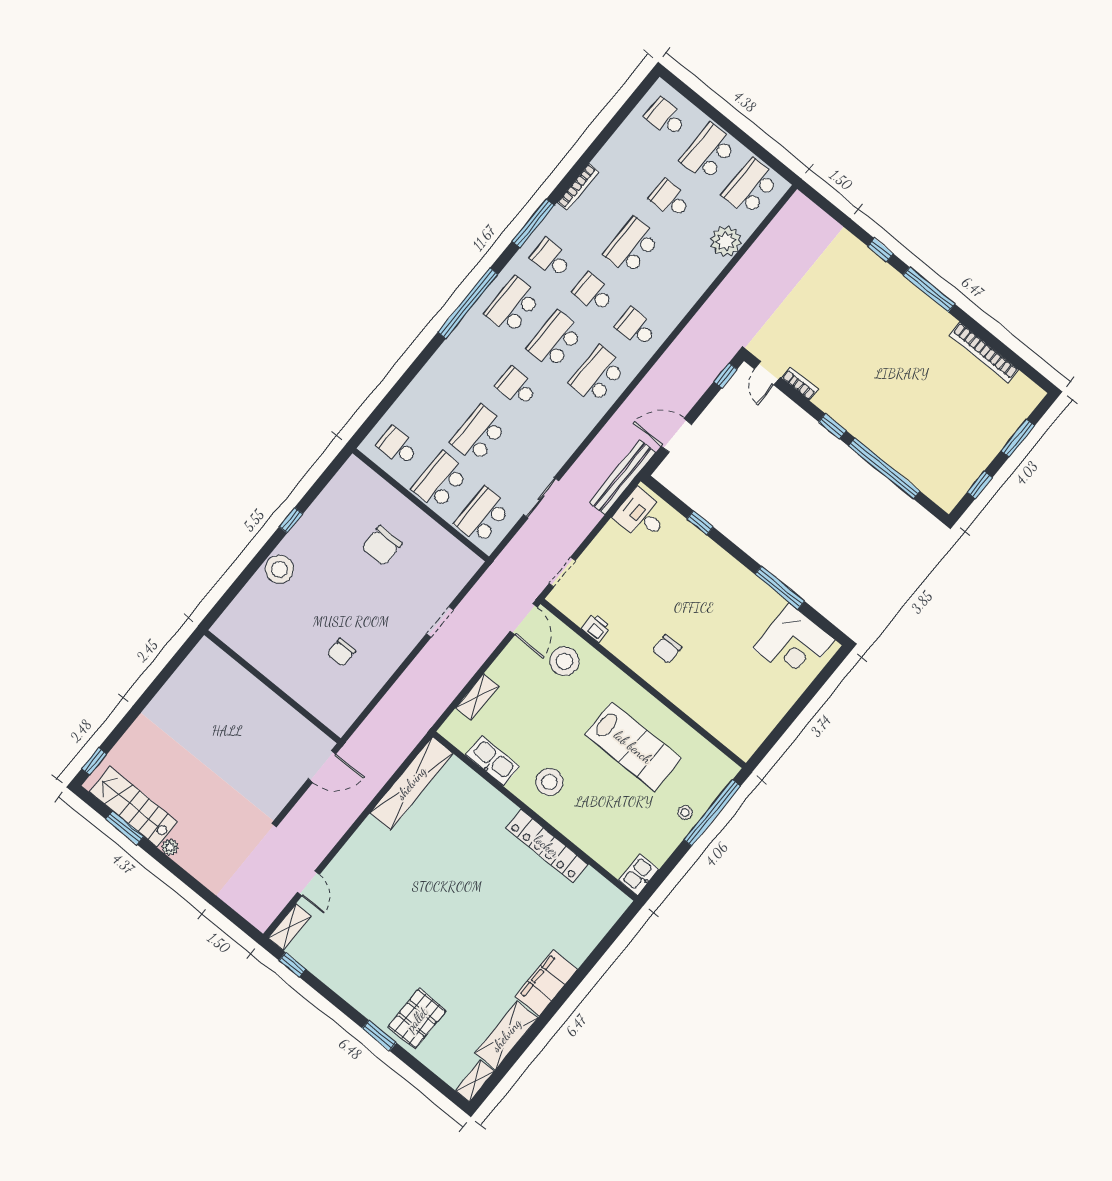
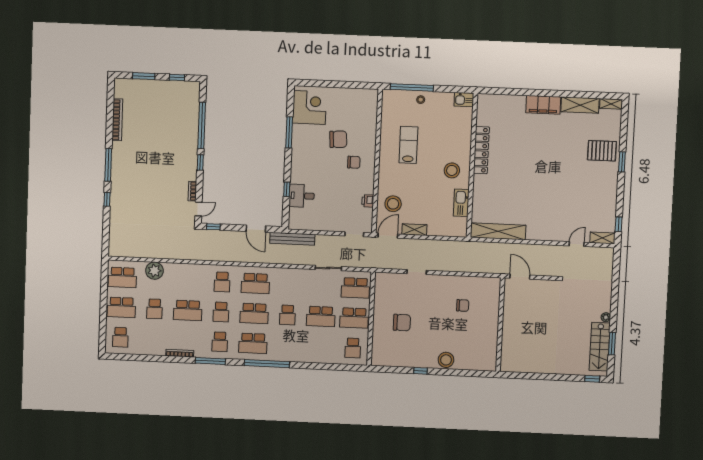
desk: (641, 515) -> (302, 196), moved, turned 90
chair: (717, 651) -> (338, 139), added
shelving: (477, 697) -> (414, 230), moved
lab bench: (633, 747) -> (408, 145), width x0.73, depth x0.72

